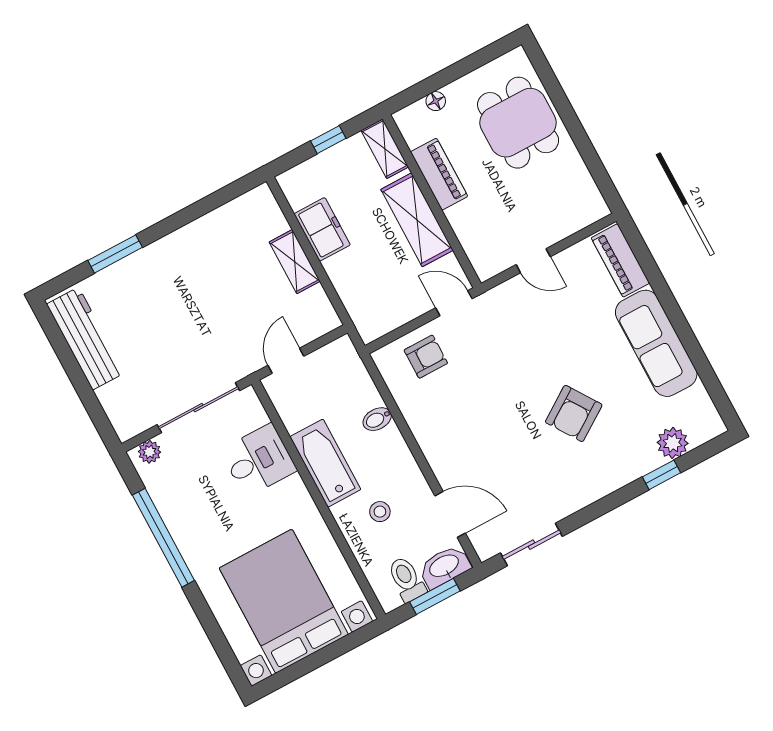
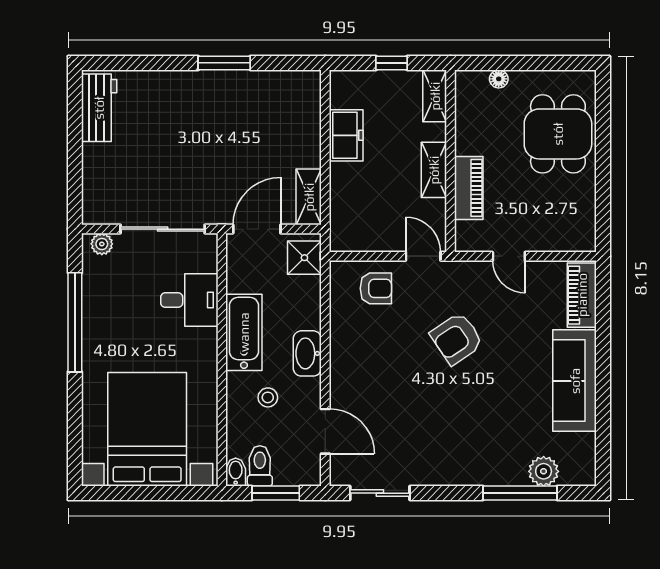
piano: (439, 174) -> (469, 188), moved
shelving: (417, 220) -> (434, 170), width x0.67, depth x0.75
window: (115, 254) -> (224, 63), moved
shelving: (295, 262) -> (309, 197), moved
workbench: (86, 338) -> (99, 108), width x0.73
door: (286, 361) -> (257, 229), width x1.38
shower: (344, 364) -> (304, 258), added
armchair: (574, 413) -> (457, 339), moved
bidet: (377, 419) -> (236, 472), moved, turned 90
window: (662, 475) -> (520, 493), width x2.17
washbasin: (444, 566) -> (307, 353), moved, turned -90

